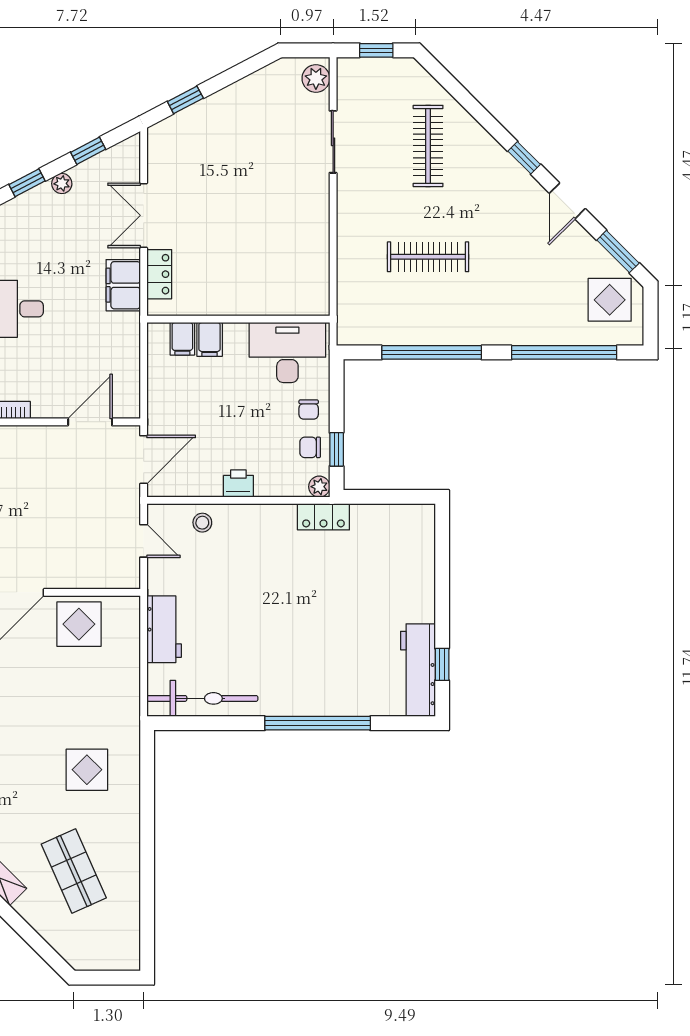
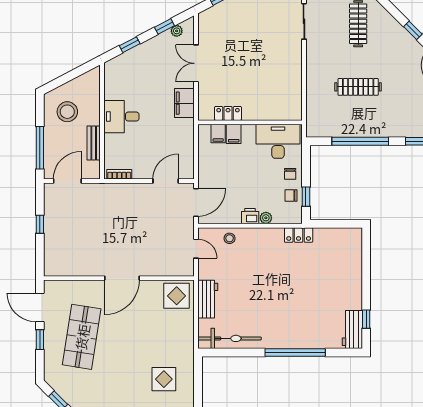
plant: (62, 184) -> (177, 31), moved
locker: (159, 274) -> (228, 113), moved, turned -90
plant: (319, 487) -> (266, 218), moved
display table: (79, 624) -> (177, 296), moved
workbench: (418, 670) -> (352, 330), width x0.73

